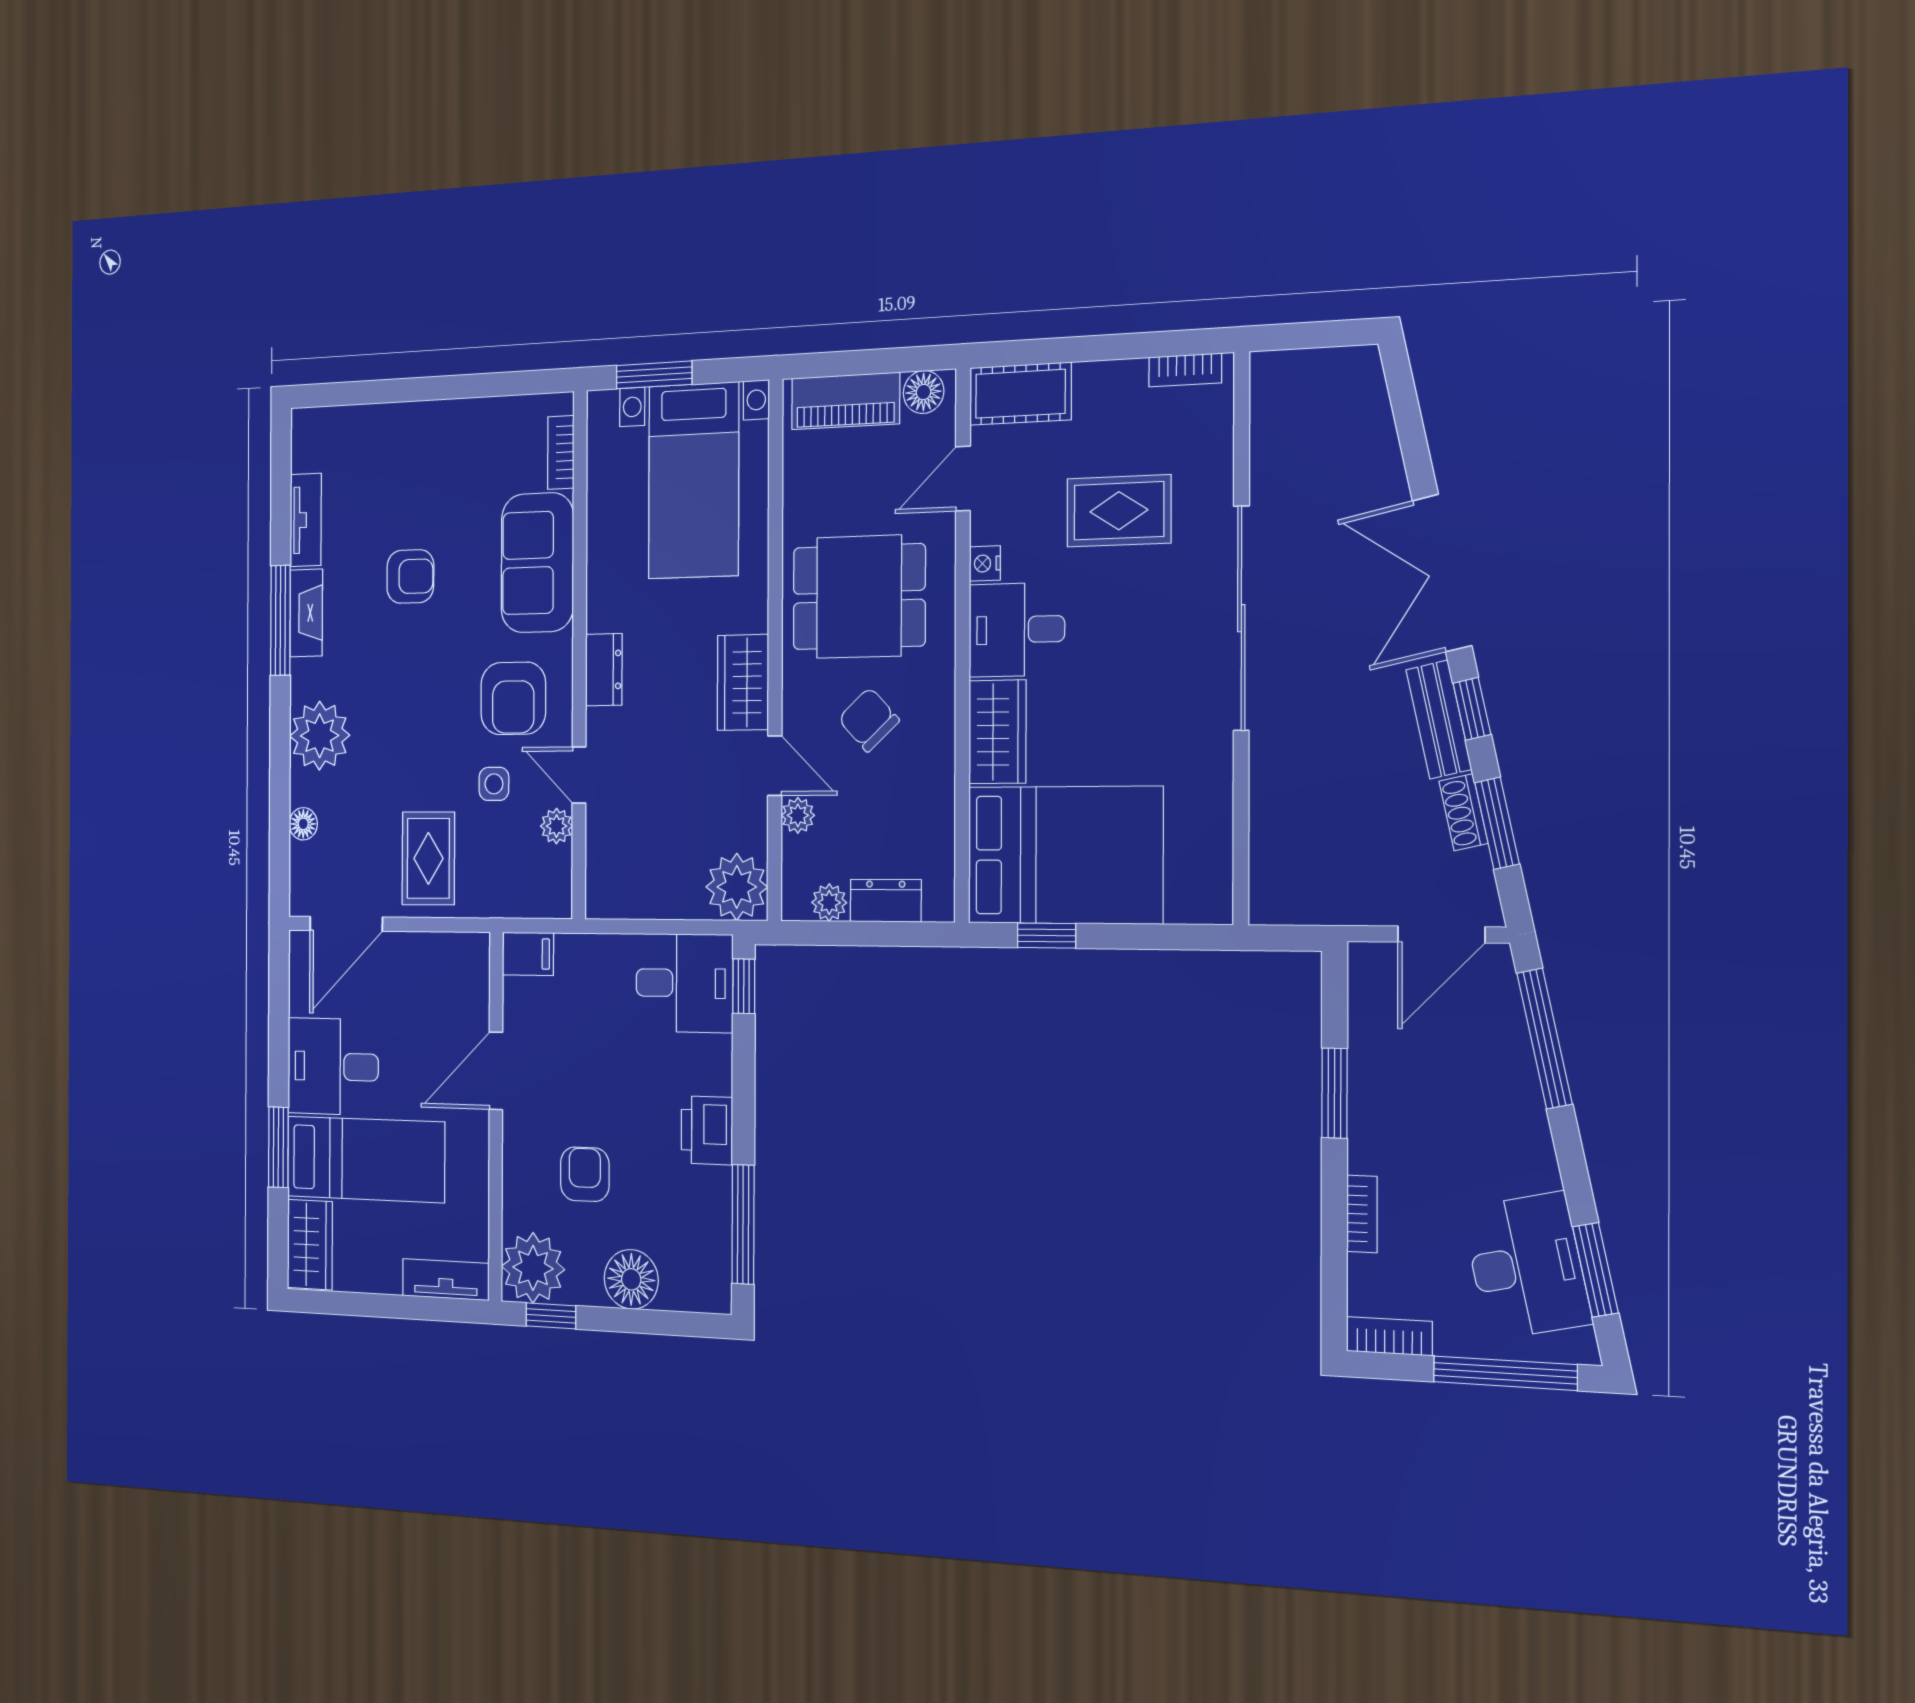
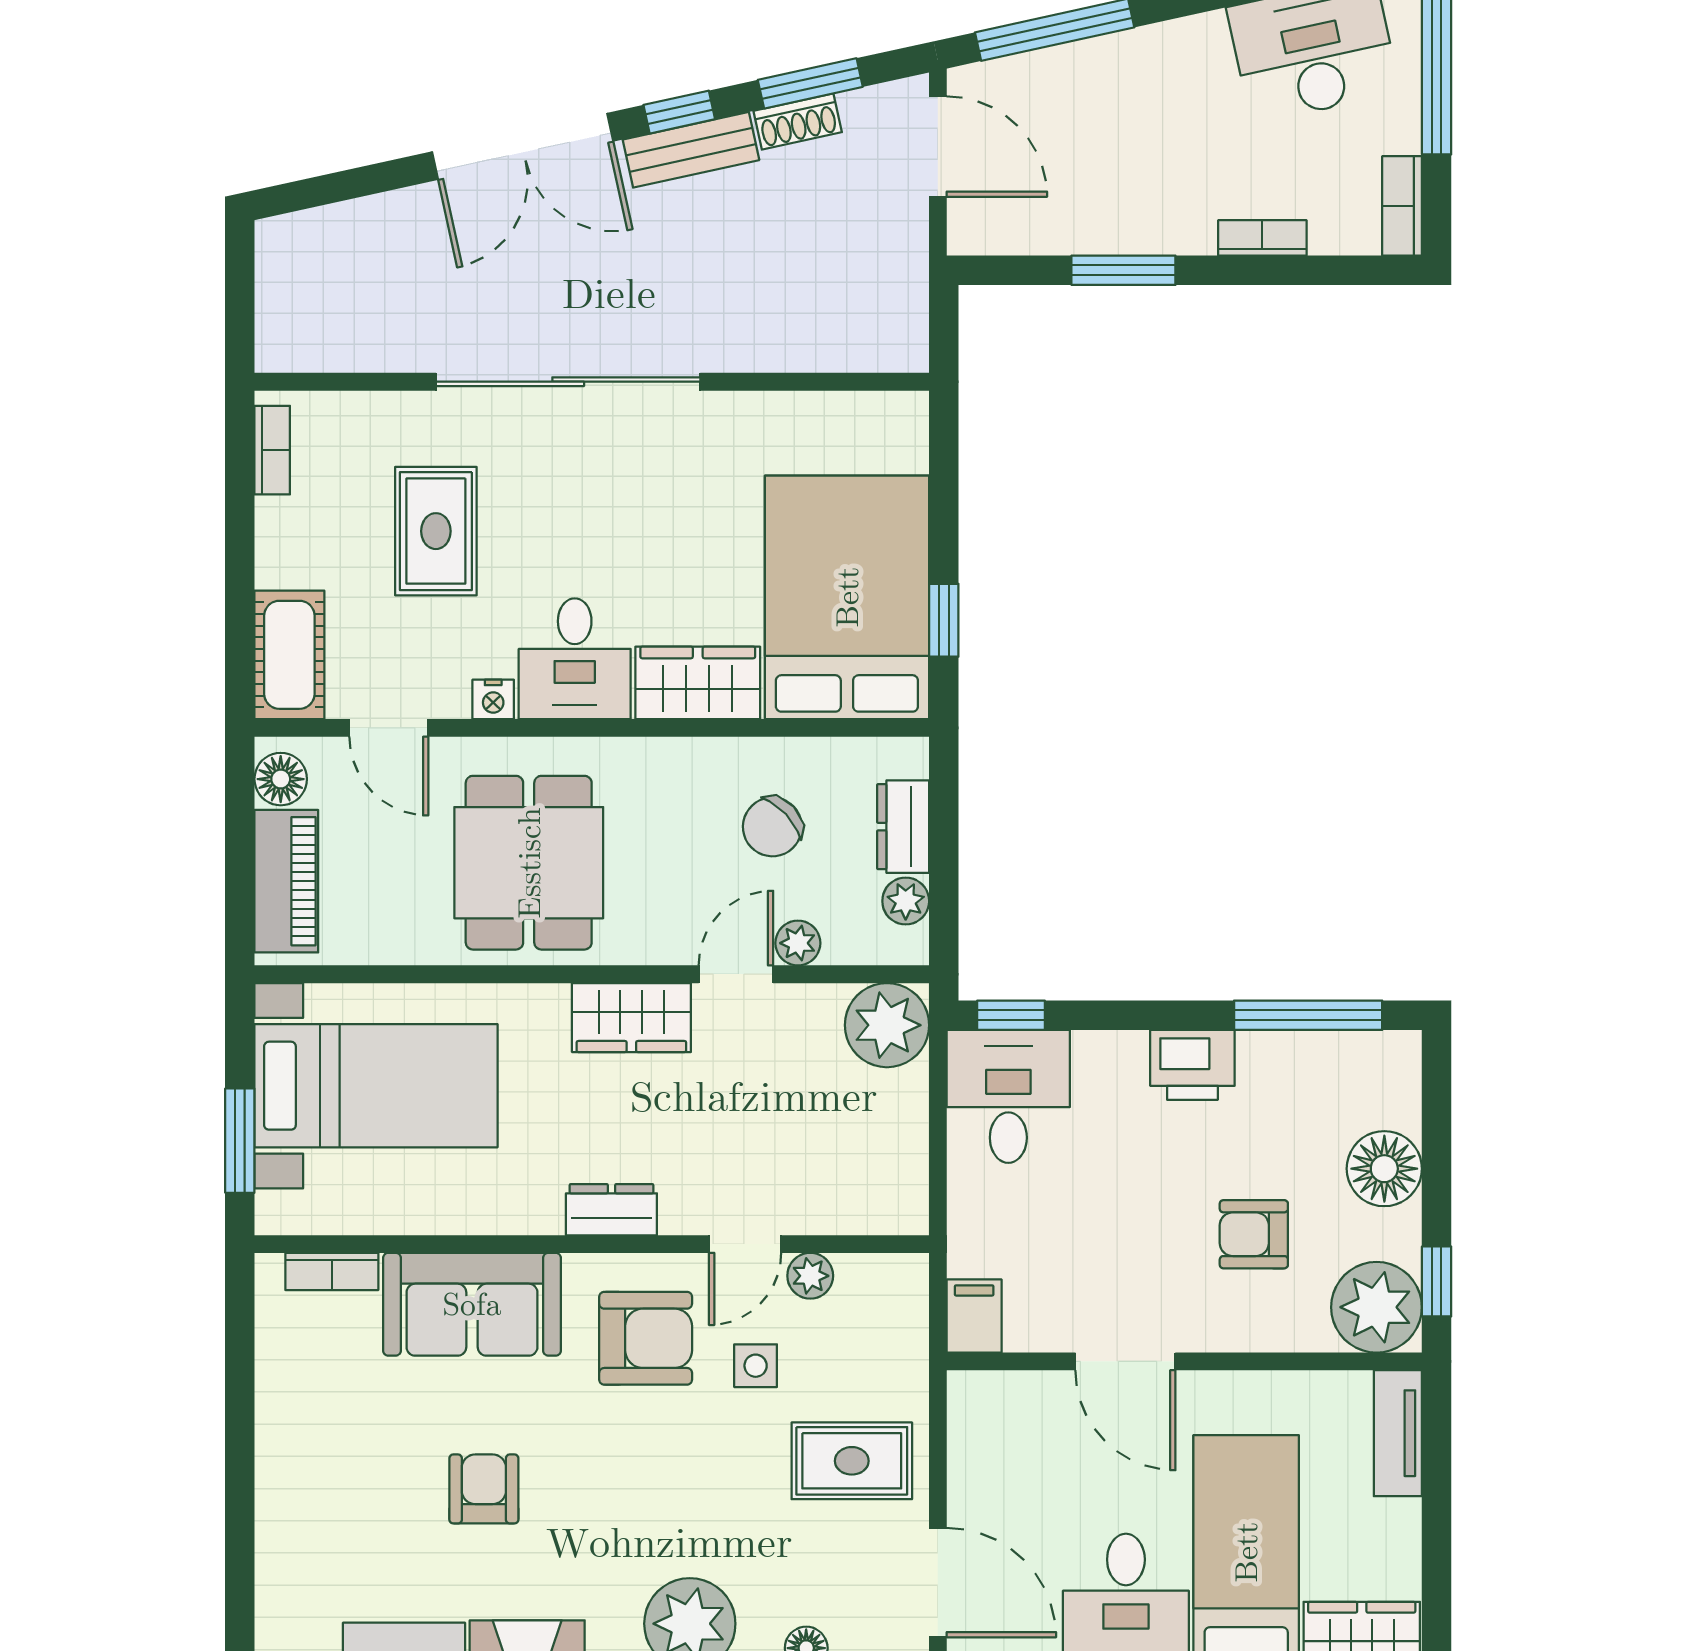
chair: (869, 720) -> (772, 827), moved

